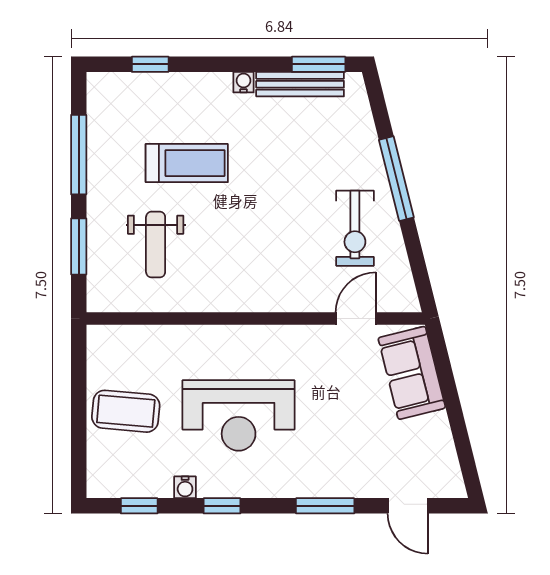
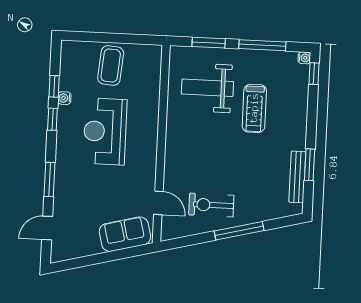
window: (150, 64) -> (314, 74), moved
window: (319, 64) -> (310, 165), moved
water cooler: (243, 82) -> (304, 58), moved
weight bench: (156, 245) -> (207, 88), width x1.36, depth x1.33
window: (139, 506) -> (54, 86), moved

